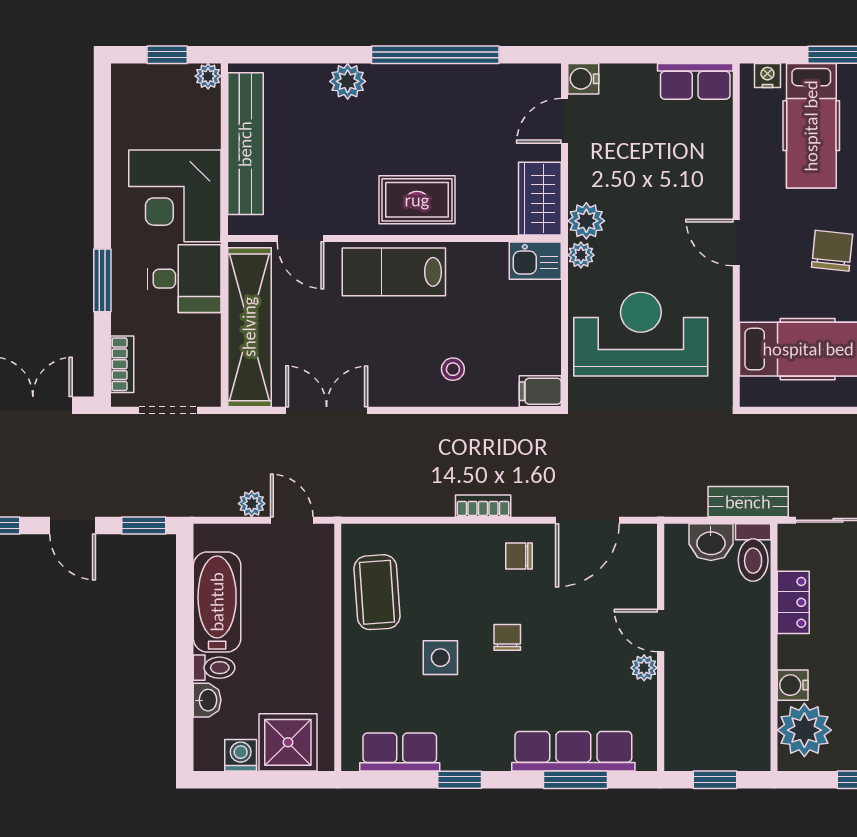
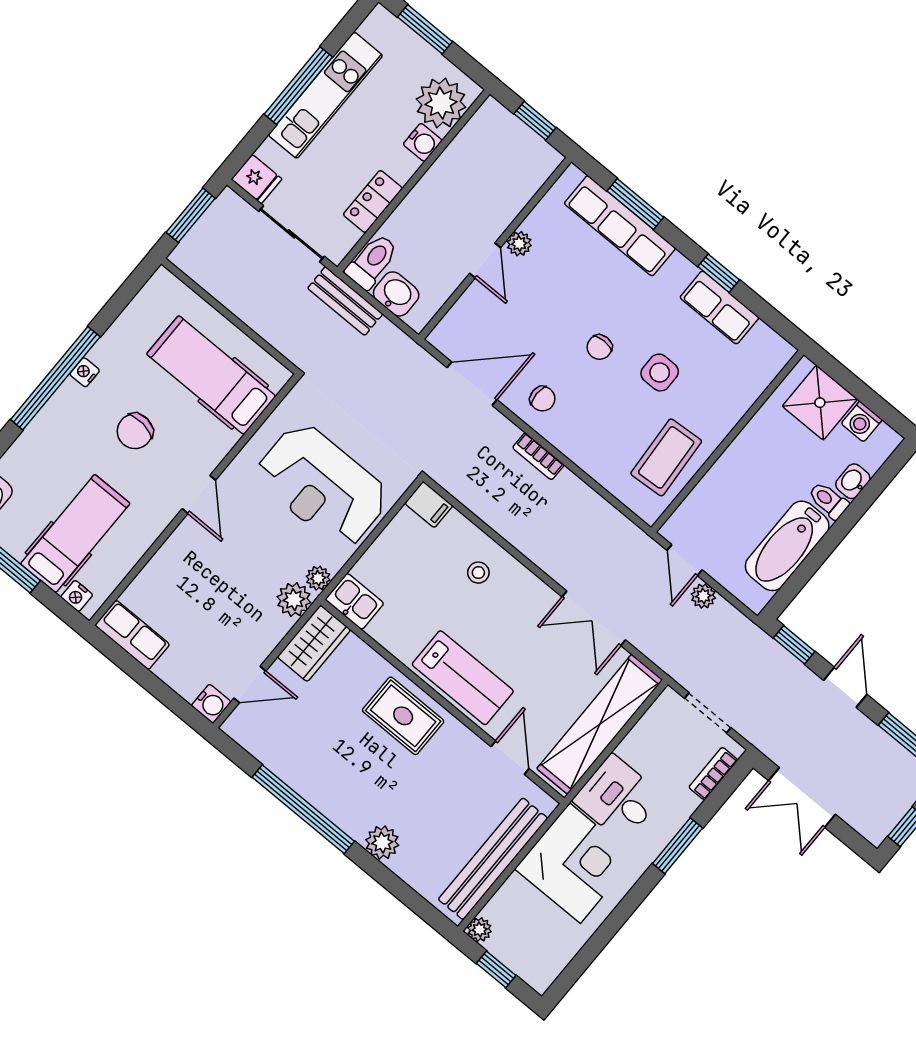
row of seats: (400, 752) -> (719, 307), moved

